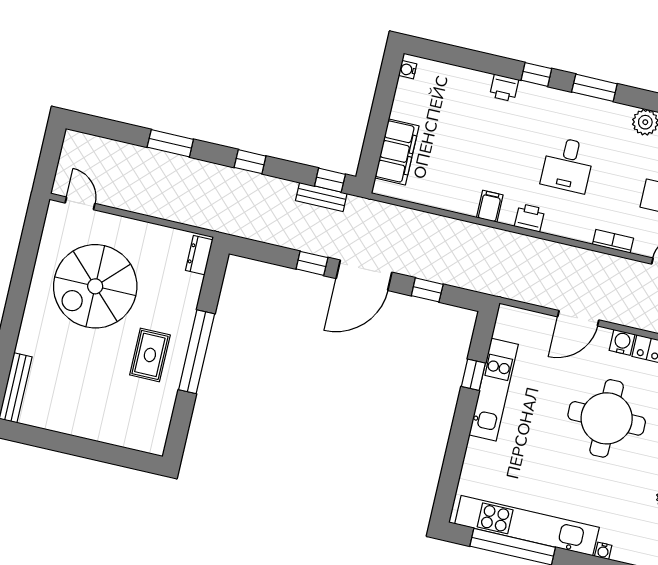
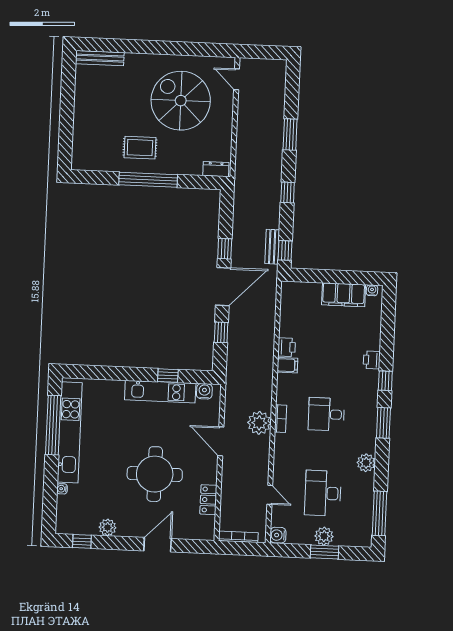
filing cabinet: (397, 152) -> (344, 295), moved
door: (80, 203) -> (237, 79), swing flipped
printer: (530, 218) -> (287, 347), moved
bookcase: (613, 241) -> (281, 419), moved
plant: (563, 260) -> (259, 423), added
door: (364, 275) -> (223, 287), swing flipped
water cooler: (622, 342) -> (204, 391), moved, turned -90

